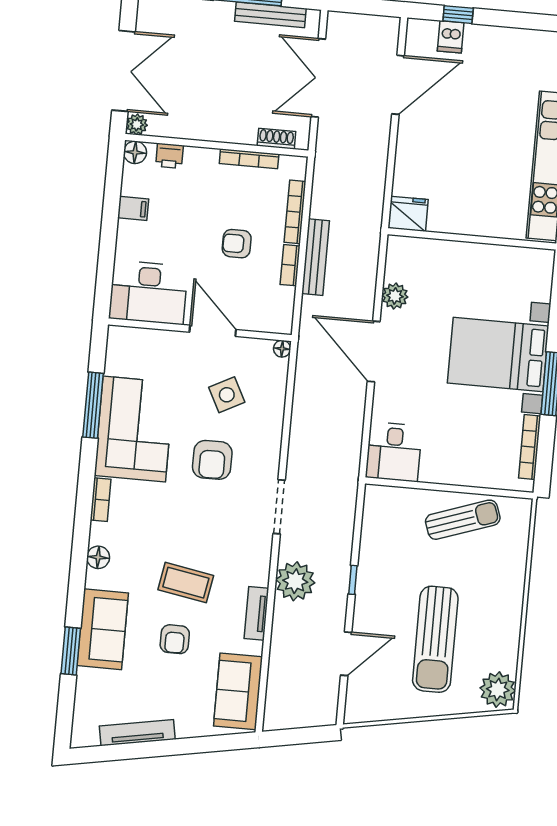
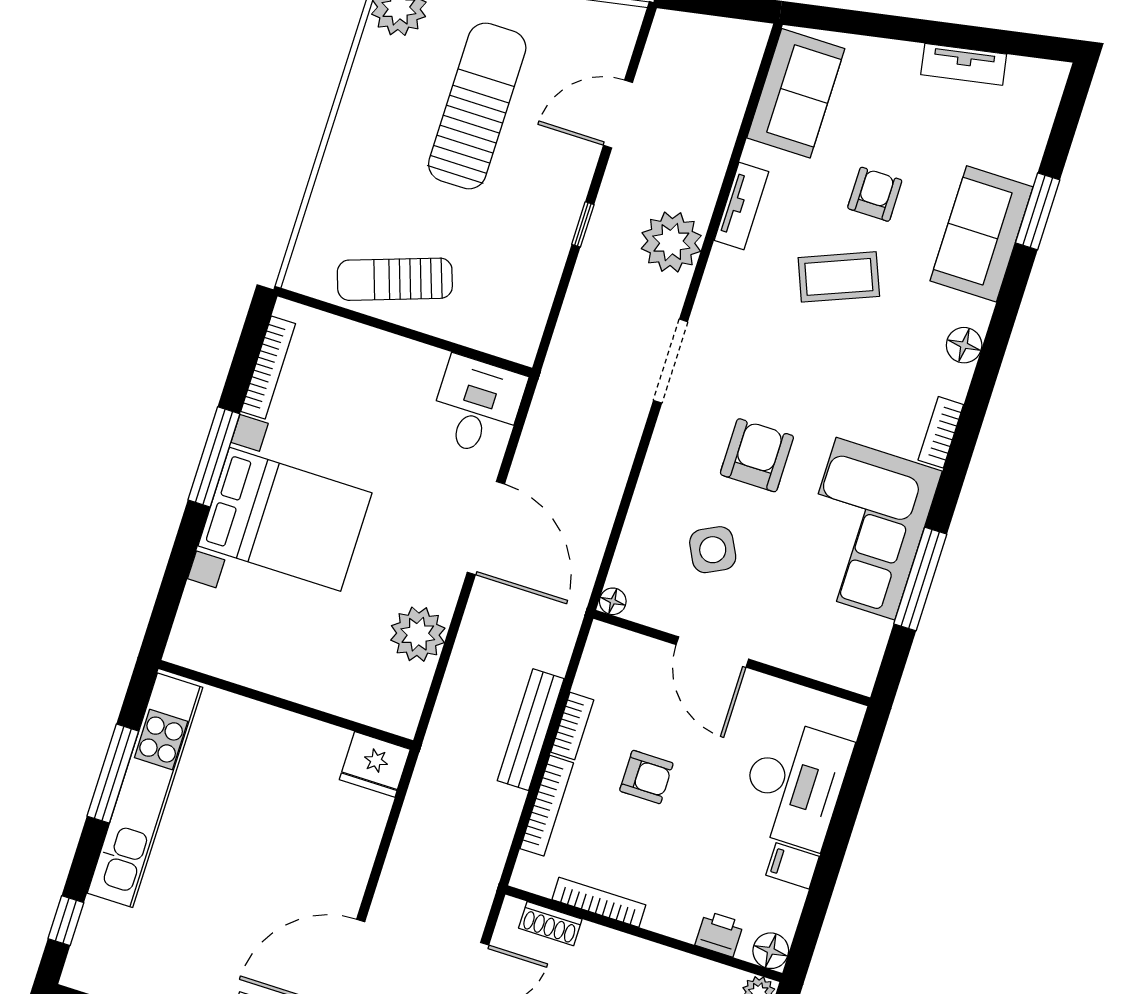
desk: (148, 293) -> (794, 784), moved, turned 90
plant: (395, 296) -> (418, 634), width x1.36, depth x1.36
door: (374, 352) -> (486, 528), moved
coffee table: (186, 583) -> (839, 277), turned -32
tv unit: (137, 733) -> (964, 64), width x0.71

